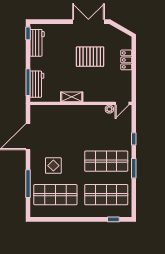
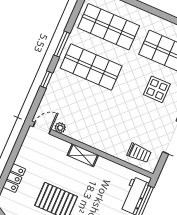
shelving: (72, 97) -> (83, 155), moved
trolley: (46, 115) -> (139, 153), added

